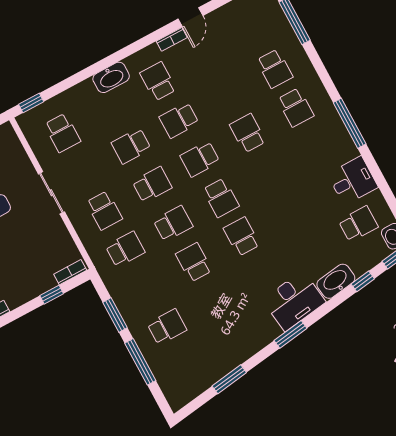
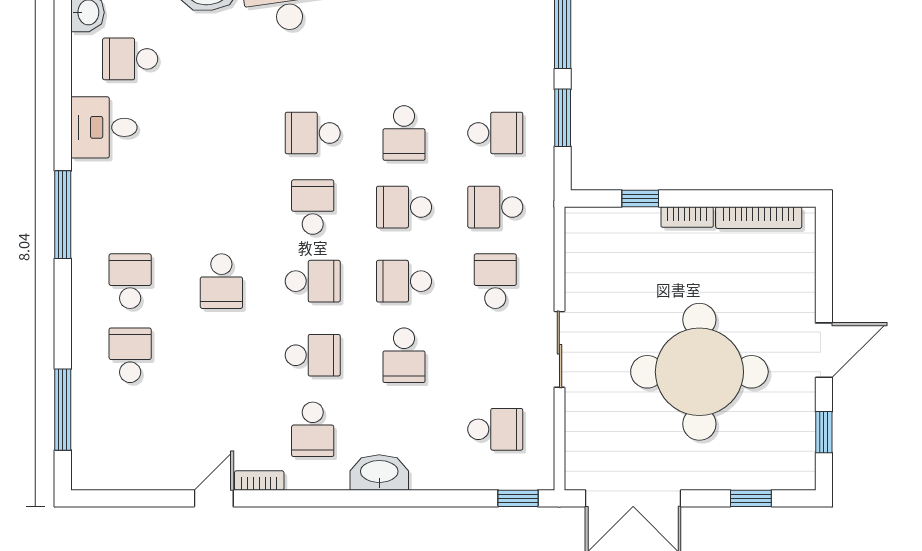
school desk: (62, 133) -> (495, 429), turned 90
school desk: (131, 146) -> (404, 355), turned 90
school desk: (242, 237) -> (313, 133), turned 90
bookcase: (70, 272) -> (687, 217), moved
school desk: (167, 327) -> (495, 133), moved, turned 180

